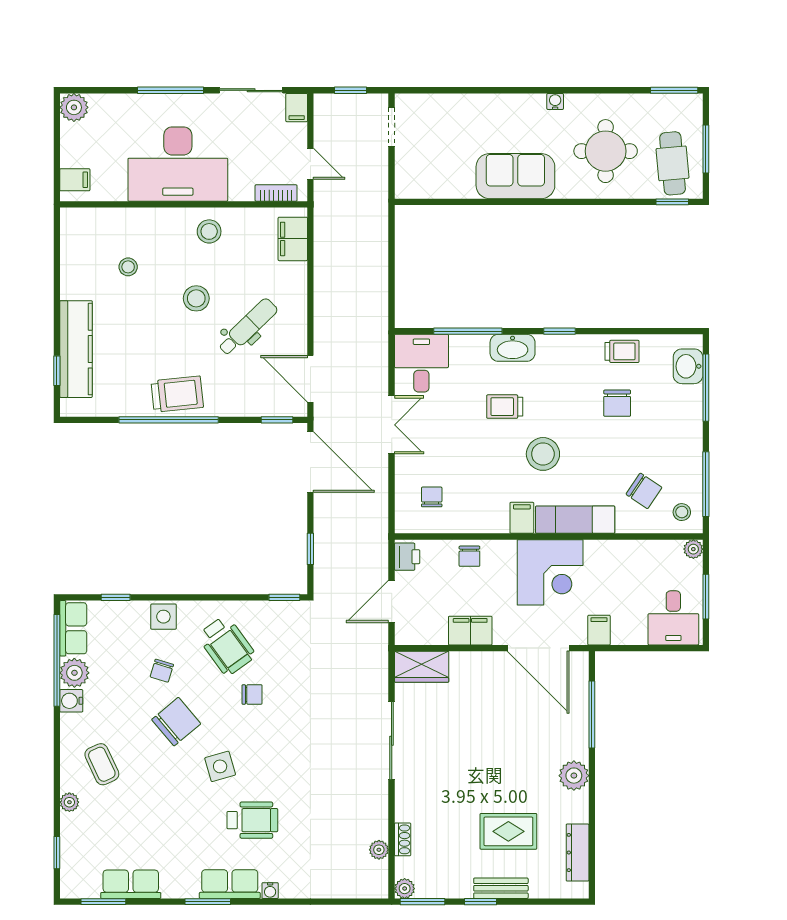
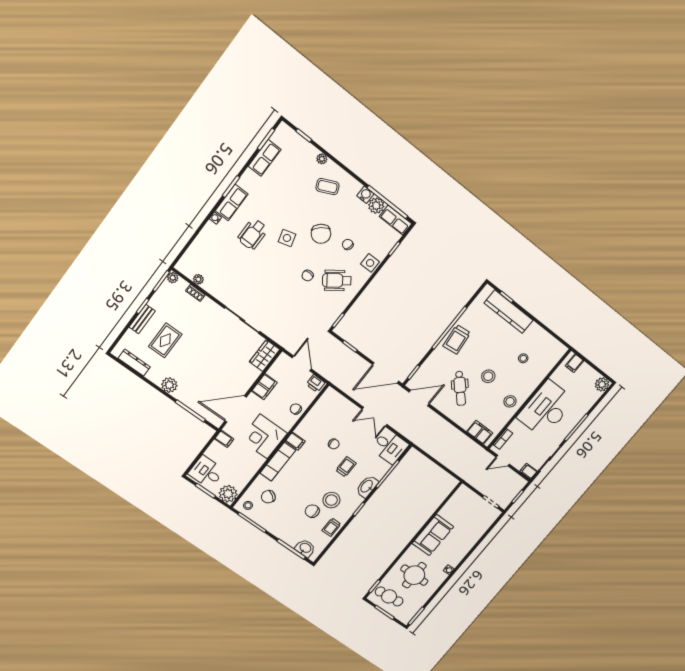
stool: (543, 454) -> (331, 500), moved
chair: (432, 497) -> (334, 444), moved
plant: (693, 549) -> (228, 494), width x1.87, depth x1.87

